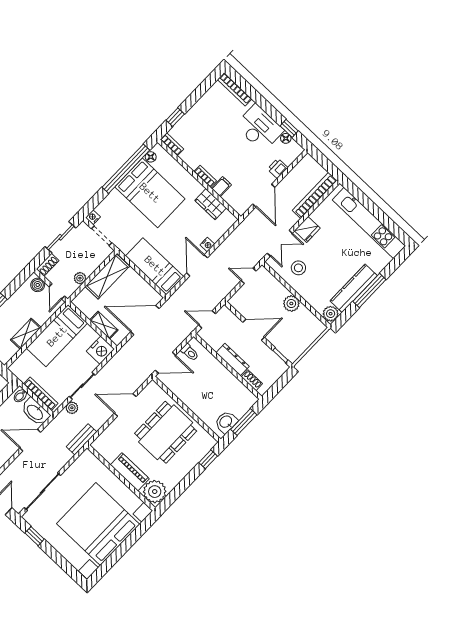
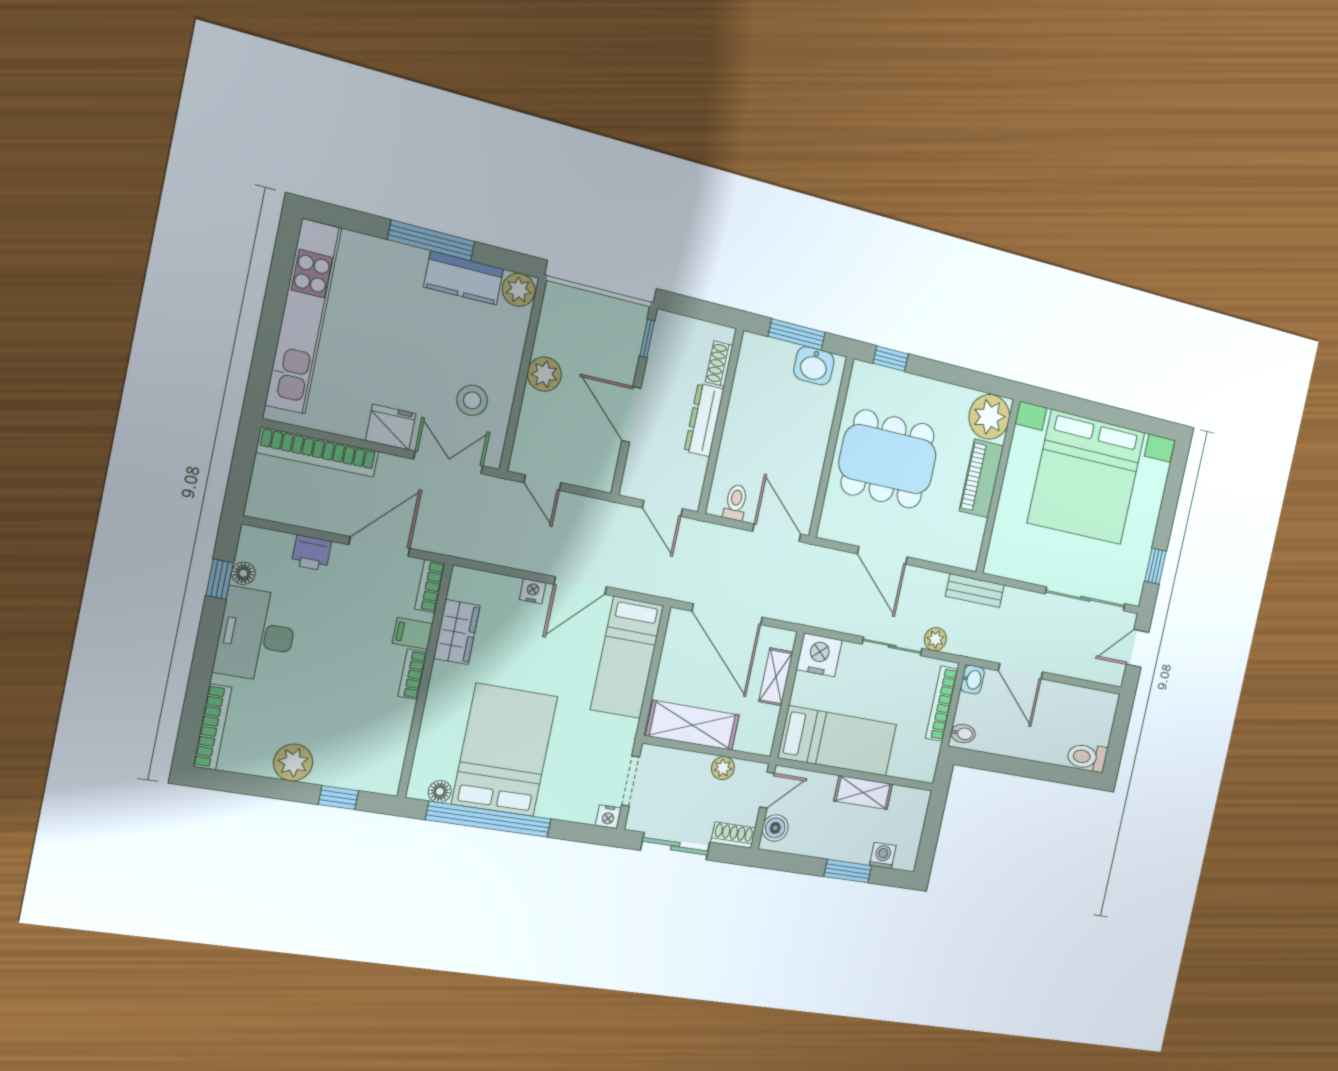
plant: (201, 109) -> (293, 762), added
bookcase: (172, 144) -> (430, 586), moved
kitchen counter: (354, 288) -> (464, 278), width x0.67
washbasin: (35, 412) -> (972, 680), width x0.52, depth x0.69

